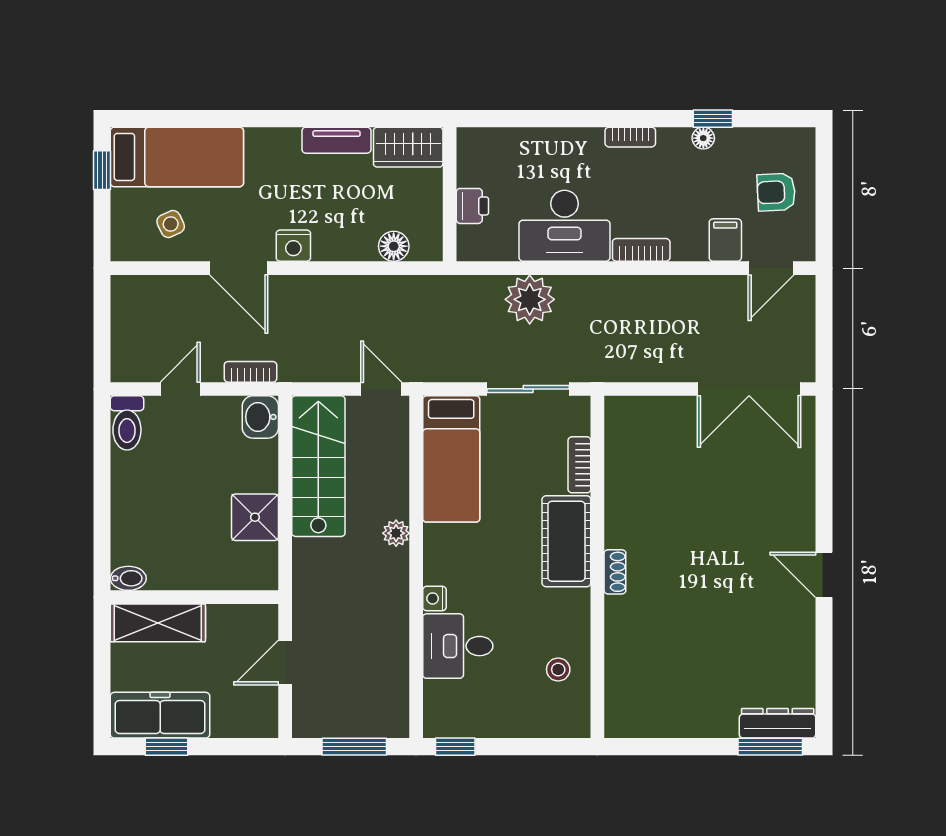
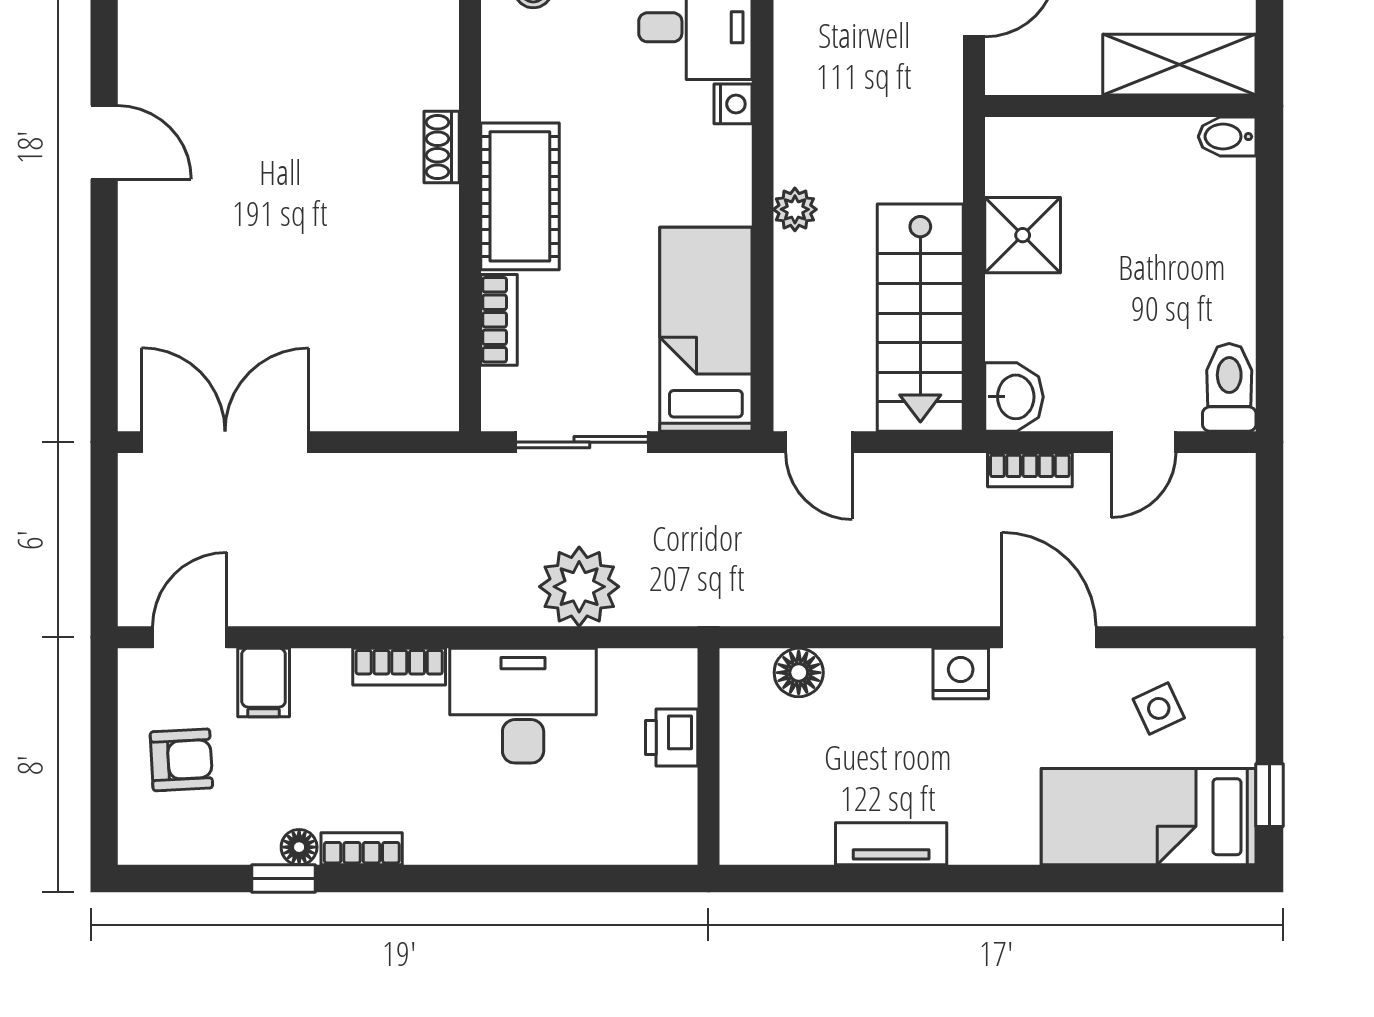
bookcase: (630, 137) -> (362, 849), moved
wardrobe: (408, 147) -> (775, 832), removed

